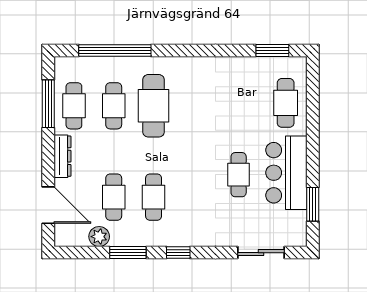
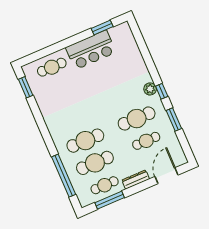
cafe table: (114, 106) -> (95, 163), width x1.37, depth x1.35
cafe table: (239, 175) -> (103, 76), removed
cafe table: (154, 197) -> (137, 119), width x1.37, depth x1.35
plant: (99, 237) -> (150, 89), moved
sliding door: (261, 253) -> (142, 45), removed

